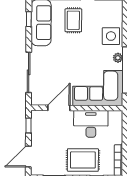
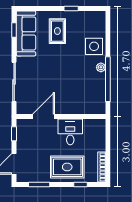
corner sofa: (98, 88) -> (81, 97), removed
desk: (91, 124) -> (70, 132), width x0.73

